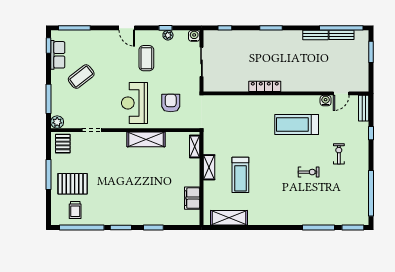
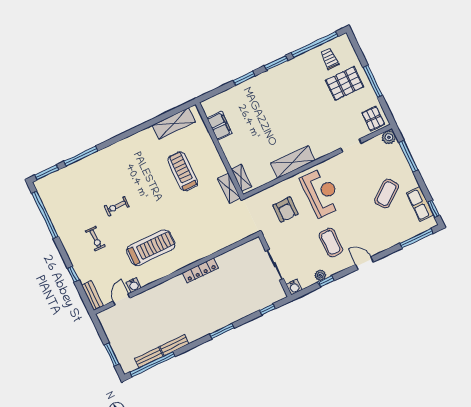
shelving: (209, 167) -> (229, 188), moved

